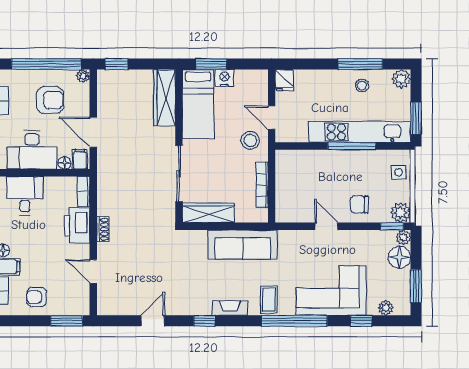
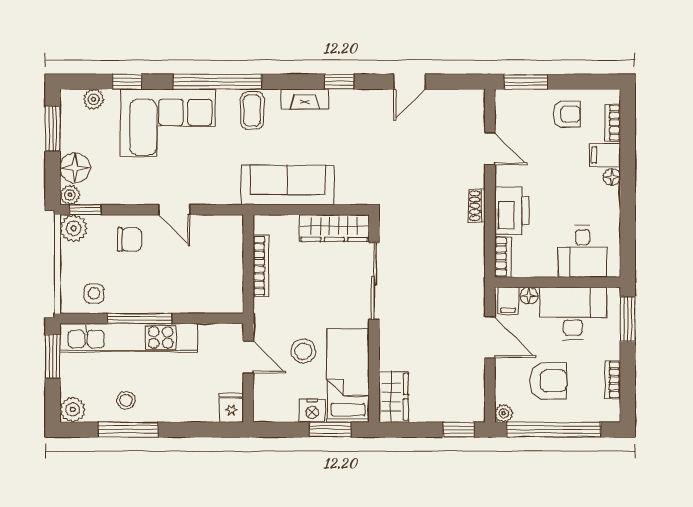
wardrobe: (164, 98) -> (394, 397), width x0.67
armchair: (50, 100) -> (548, 381), turned 180
stool: (250, 140) -> (303, 351), moved
side table: (399, 172) -> (94, 294), moved

